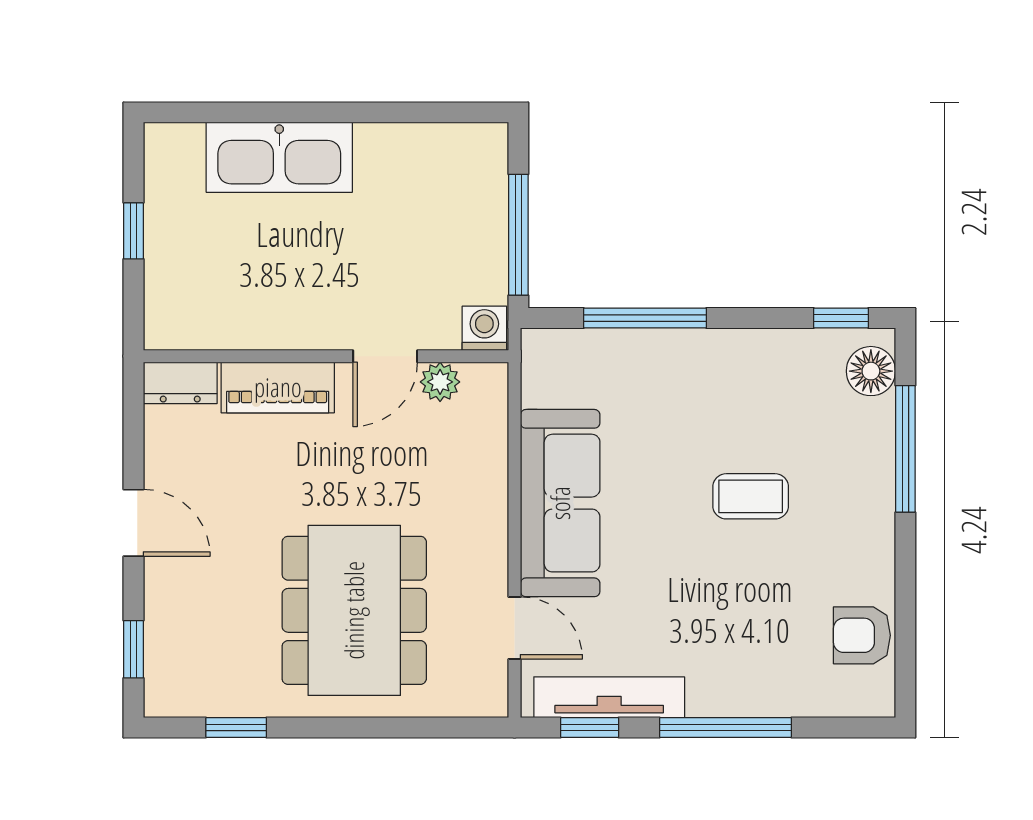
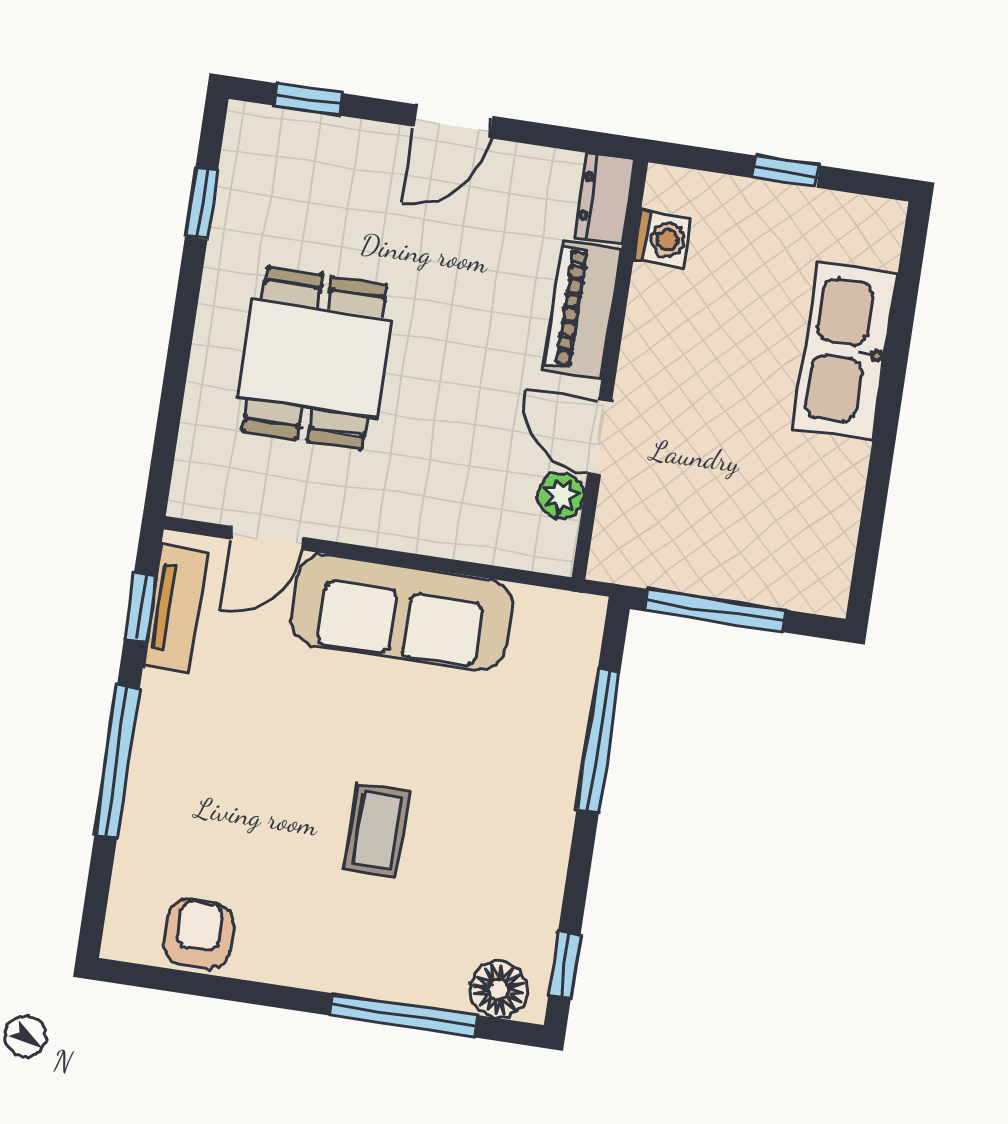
washing machine: (484, 328) -> (662, 239), moved
dining table: (354, 610) -> (315, 358), width x0.73
tv unit: (609, 697) -> (175, 609), width x0.71

